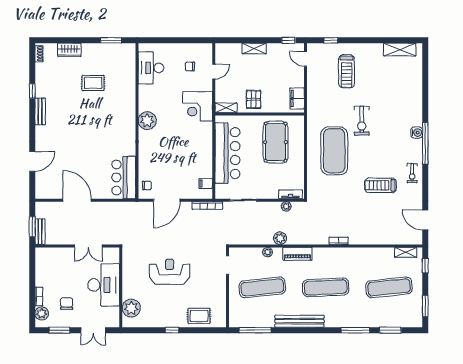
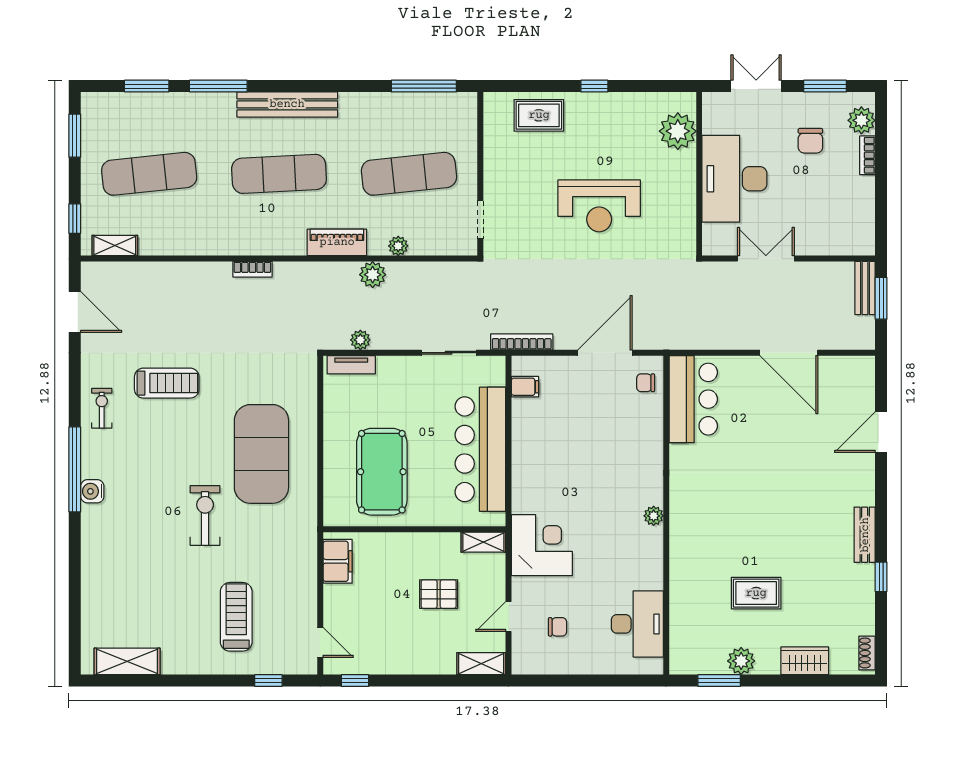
shelving: (254, 49) -> (481, 664), moved
plant: (100, 50) -> (741, 661), added
pallet: (254, 99) -> (439, 594), moved, turned 90
plant: (147, 121) -> (654, 516), width x0.53, depth x0.53
bench: (299, 321) -> (287, 104), moved

